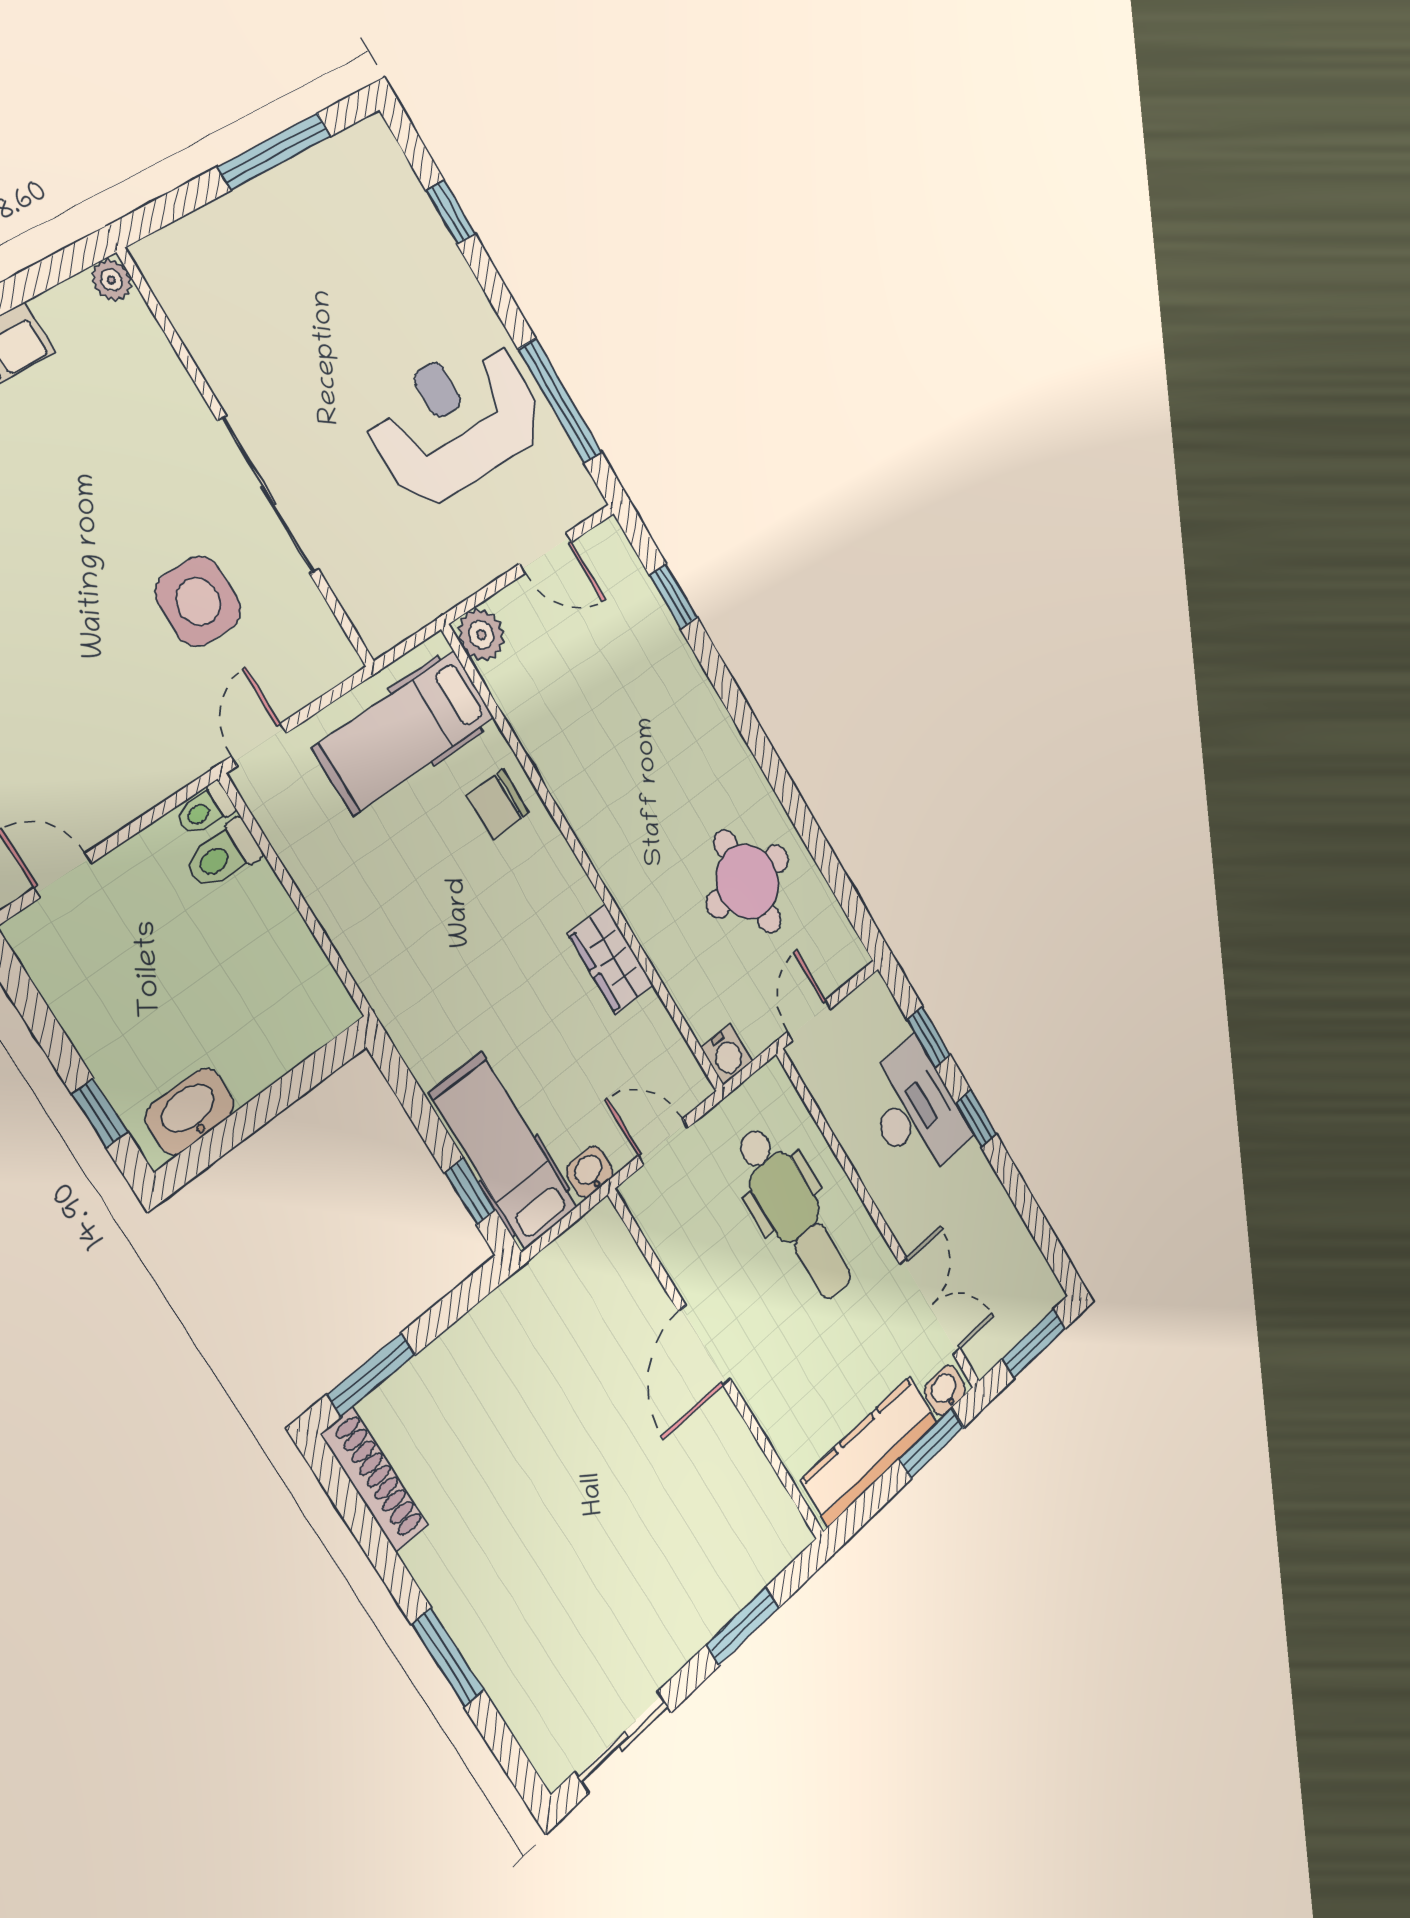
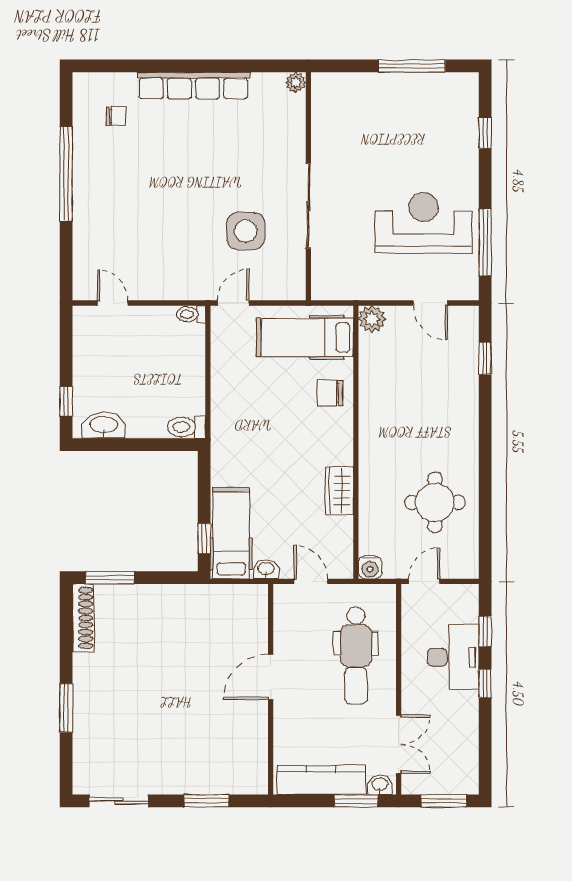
toilet: (223, 855) -> (187, 427), moved

